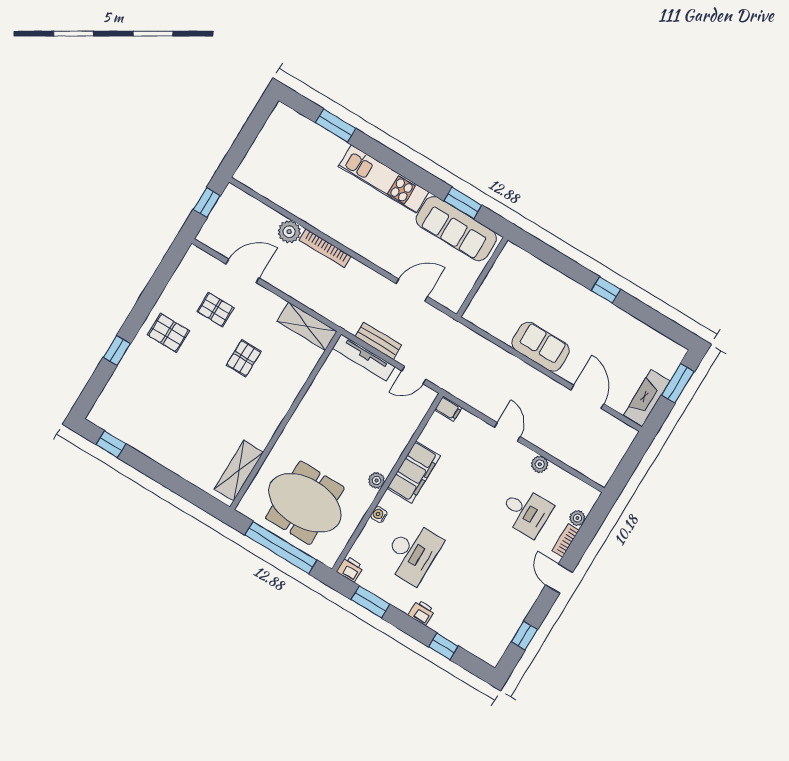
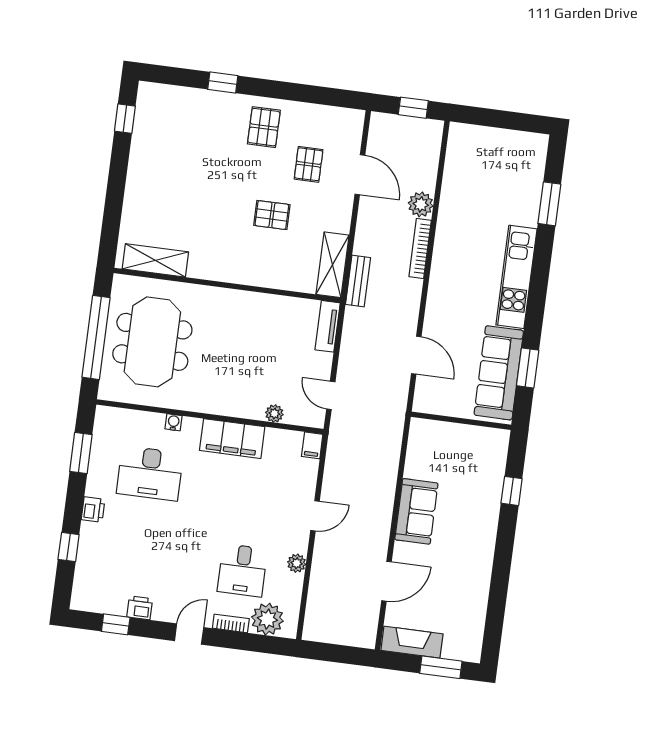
window: (606, 290) -> (512, 491), moved
bench: (378, 341) -> (358, 281), moved
tv unit: (364, 357) -> (328, 326), width x0.71
plant: (377, 480) -> (274, 414), moved
plant: (577, 518) -> (267, 619), width x1.88, depth x1.88
printer: (350, 569) -> (140, 608), moved, turned -90

